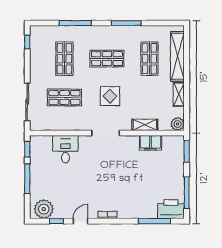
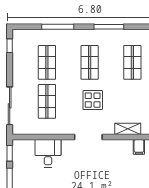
shop shelf: (107, 59) -> (90, 62), turned 90
shop shelf: (64, 97) -> (47, 101), turned 90
filing cabinet: (151, 143) -> (139, 147), width x0.50

